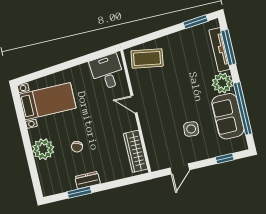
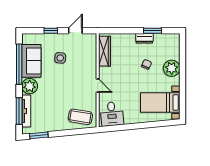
window: (225, 158) -> (51, 31), moved

